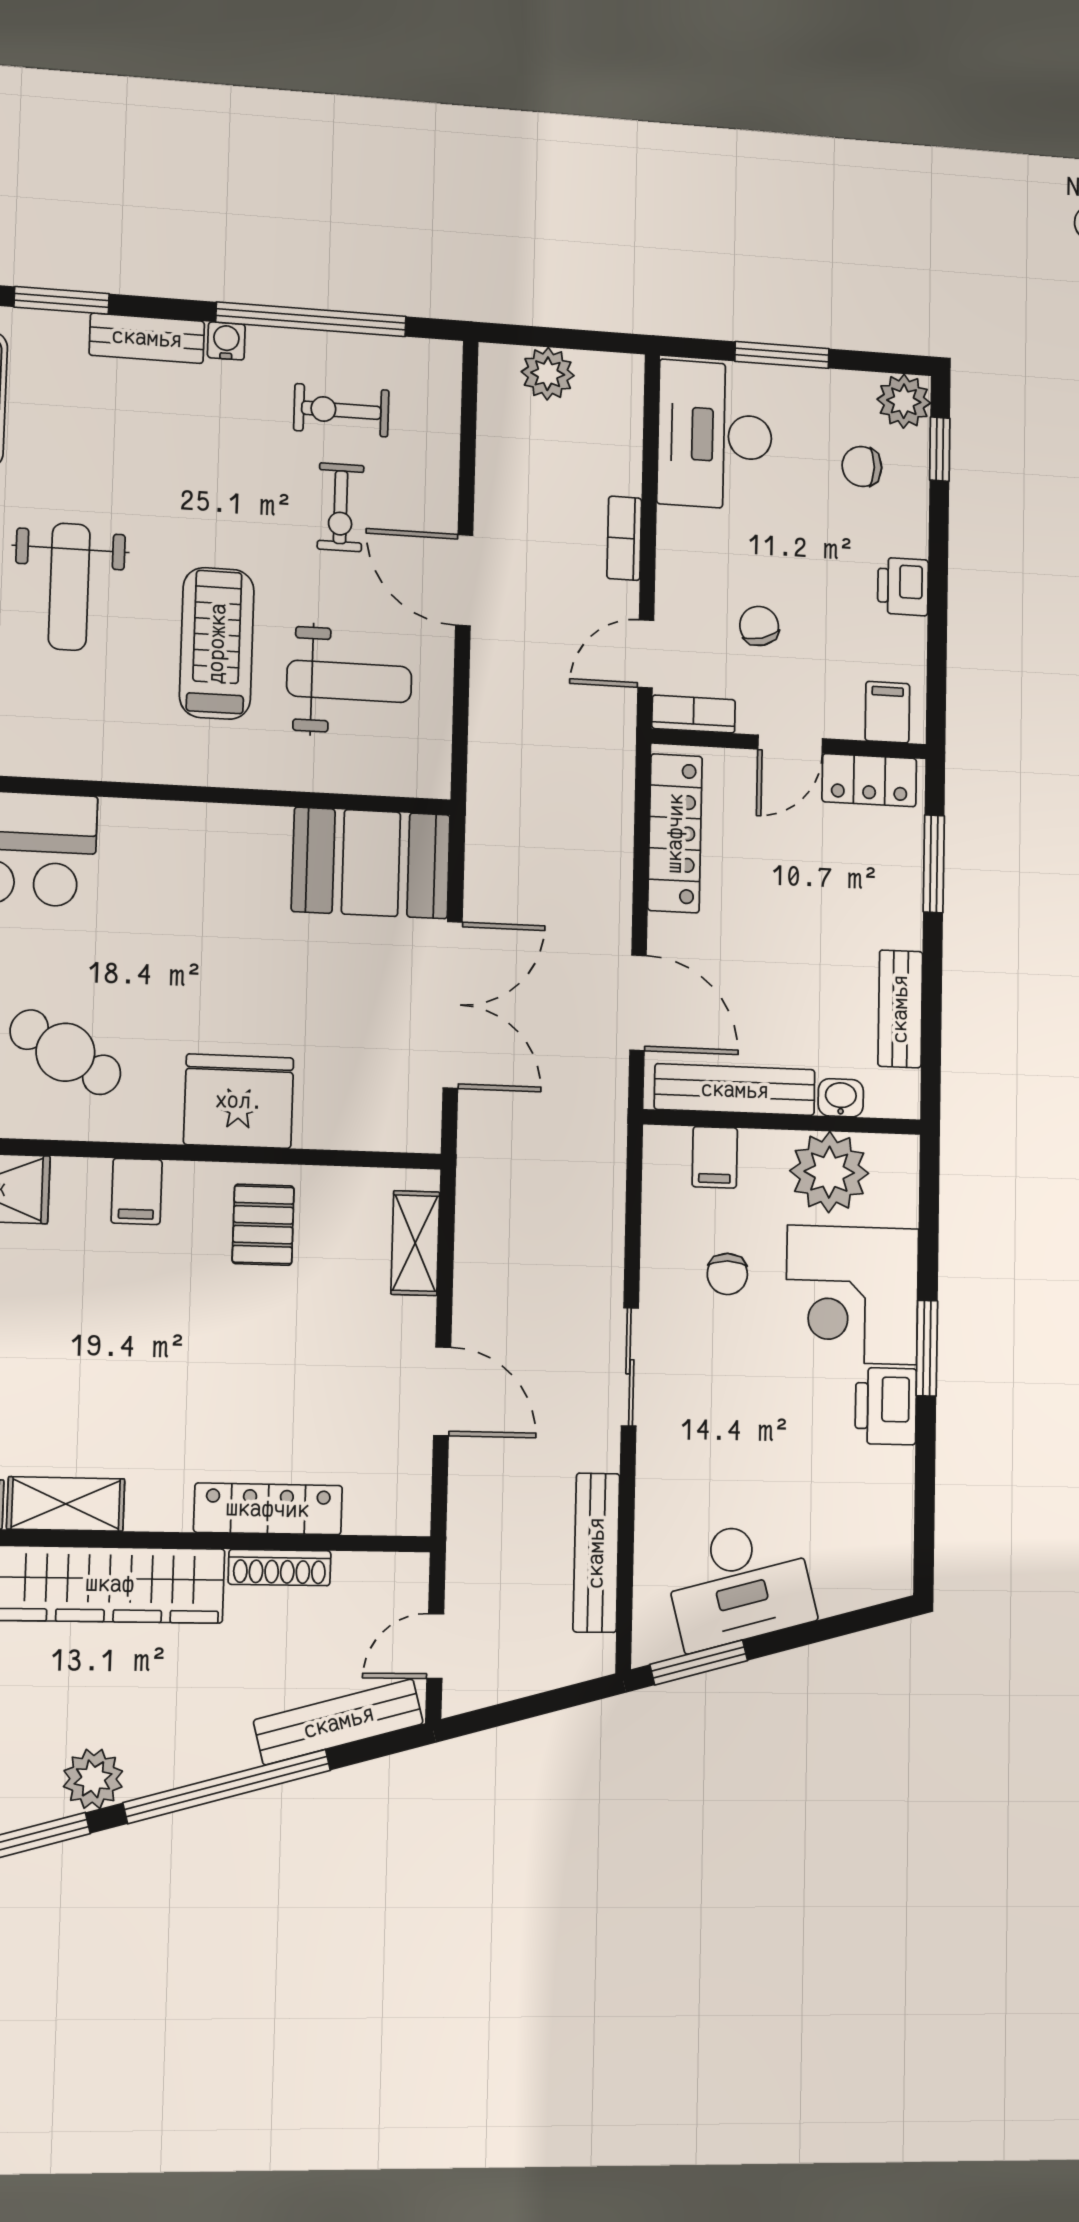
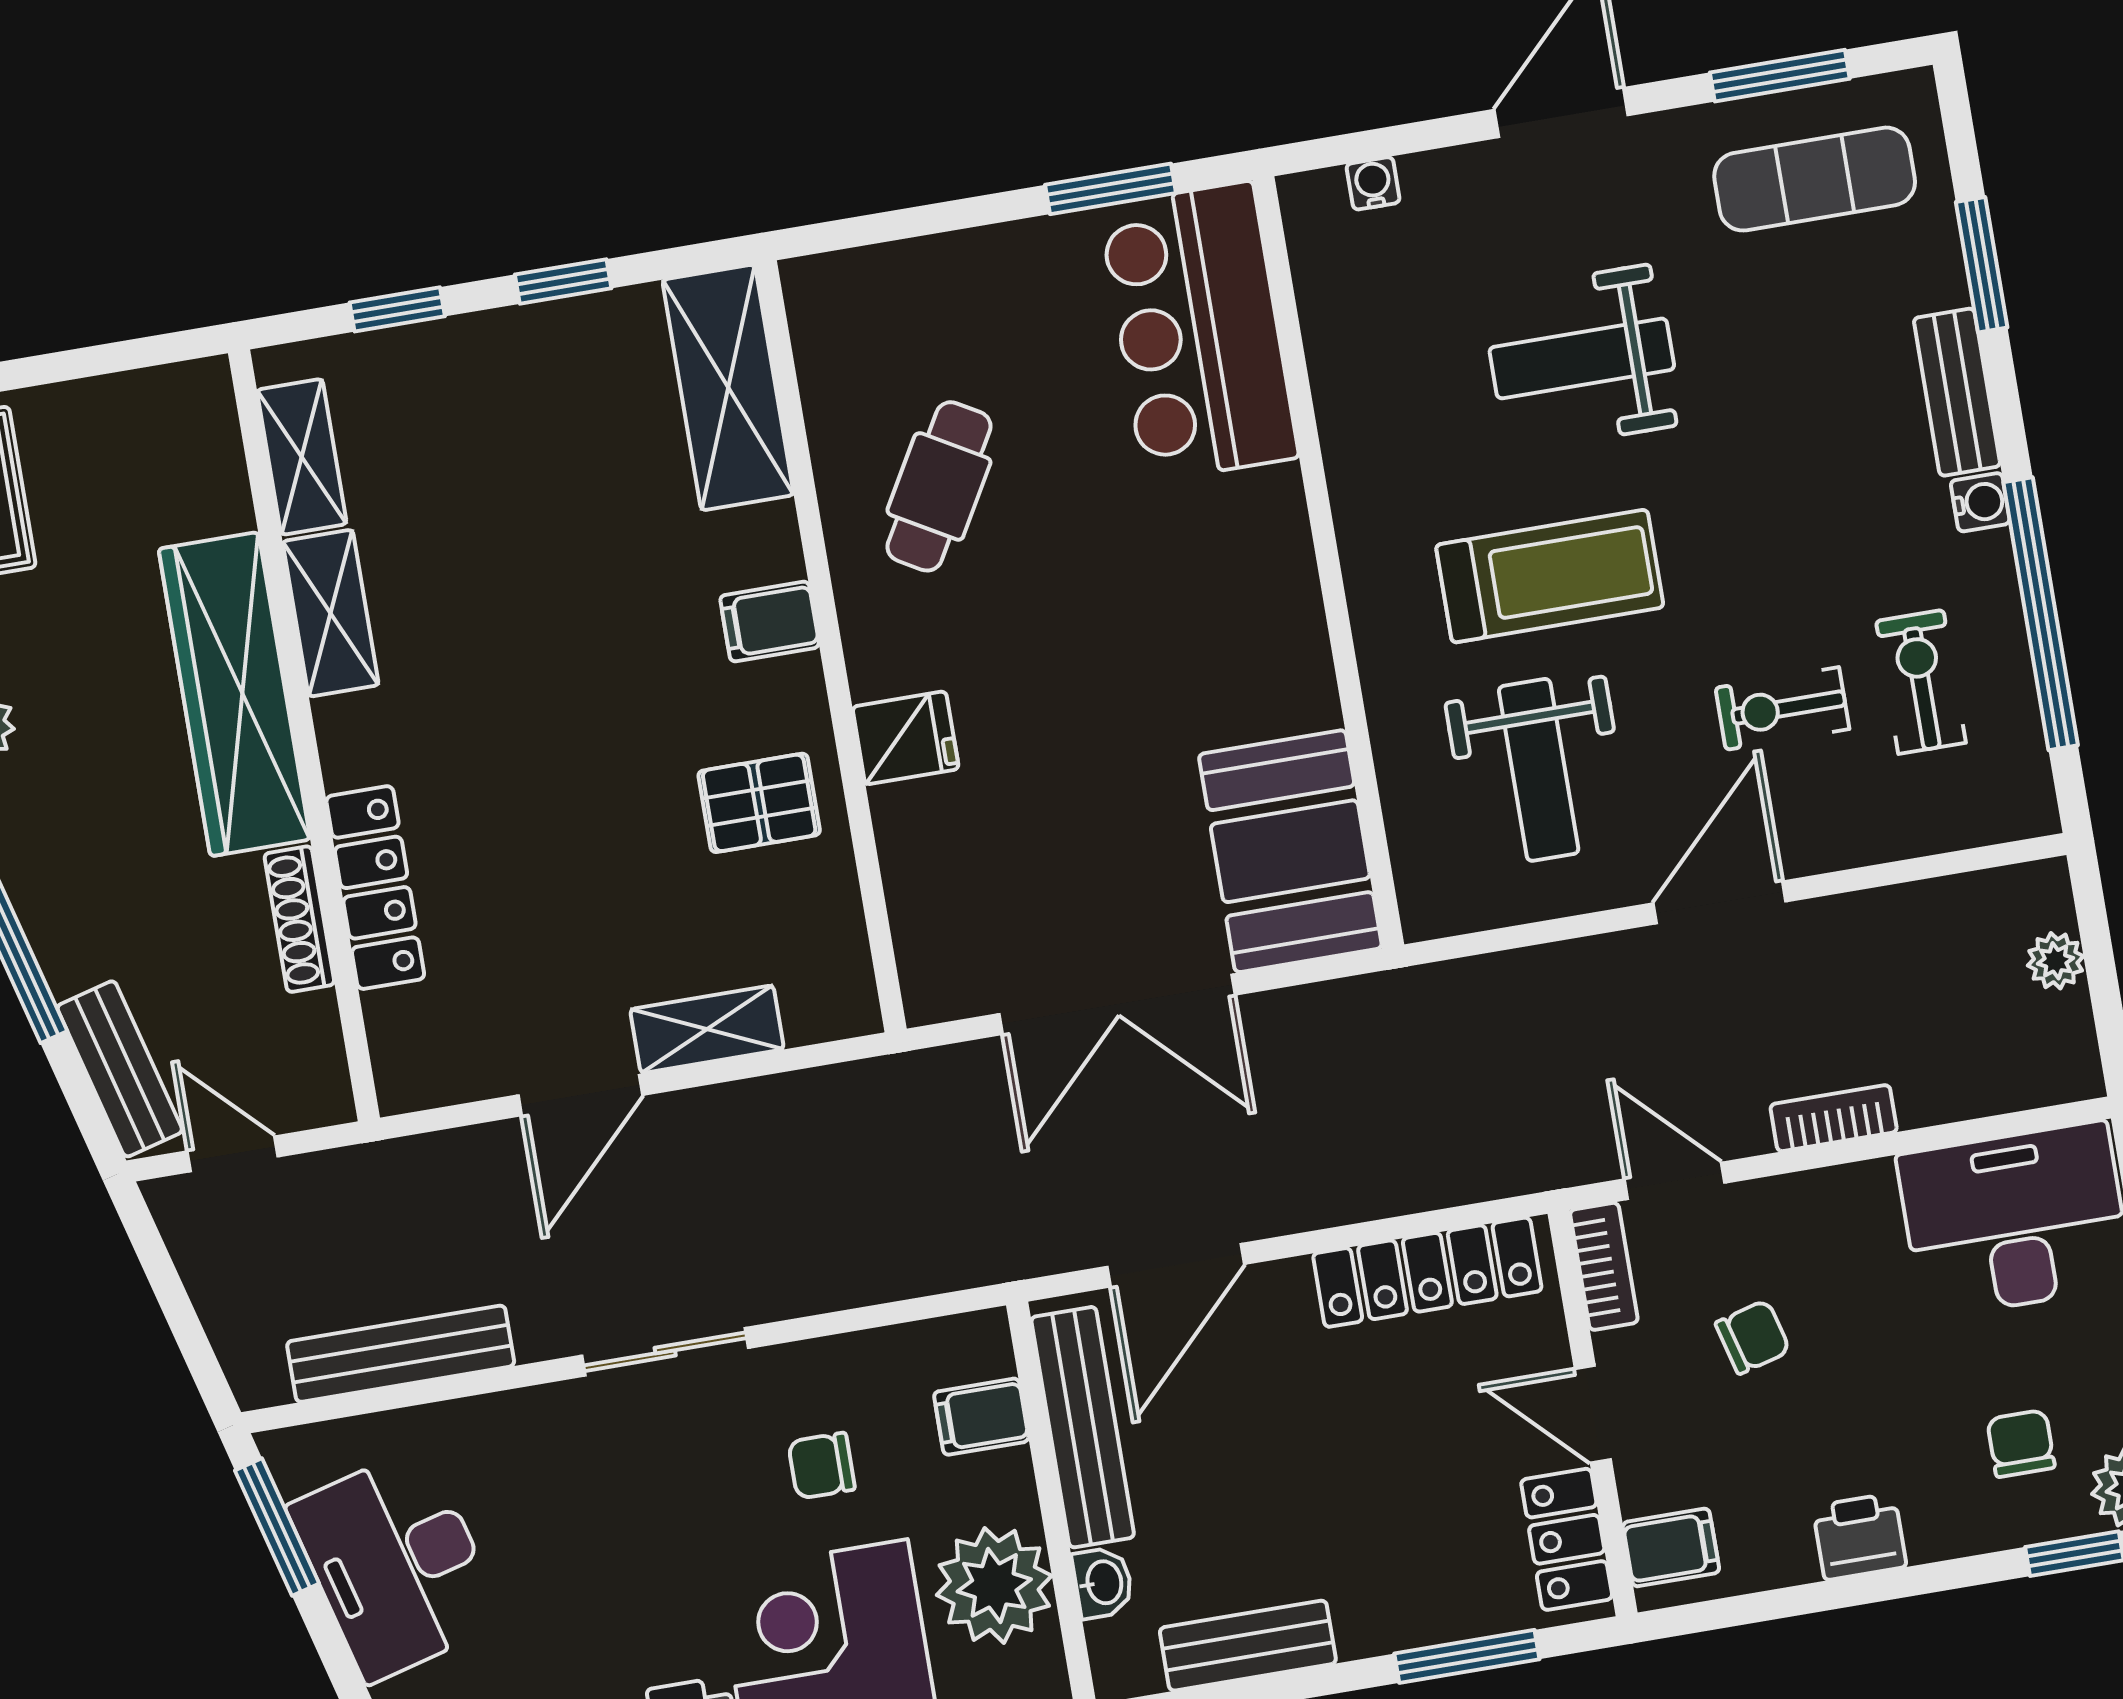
plant: (548, 374) -> (2056, 961), width x0.73, depth x0.73
fridge: (239, 1101) -> (906, 738), width x0.53, depth x0.75
shelving: (415, 1243) -> (707, 1029), moved
bench: (339, 1722) -> (120, 1069), width x0.73

